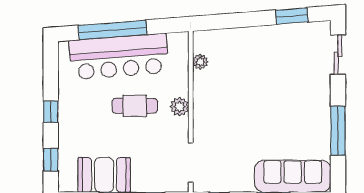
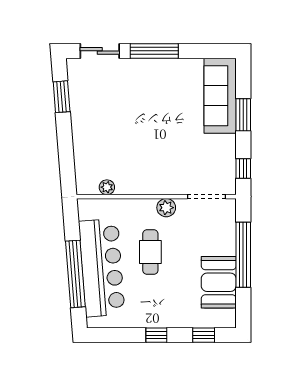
plant: (180, 107) -> (166, 208), moved
window: (338, 131) -> (154, 51), moved

